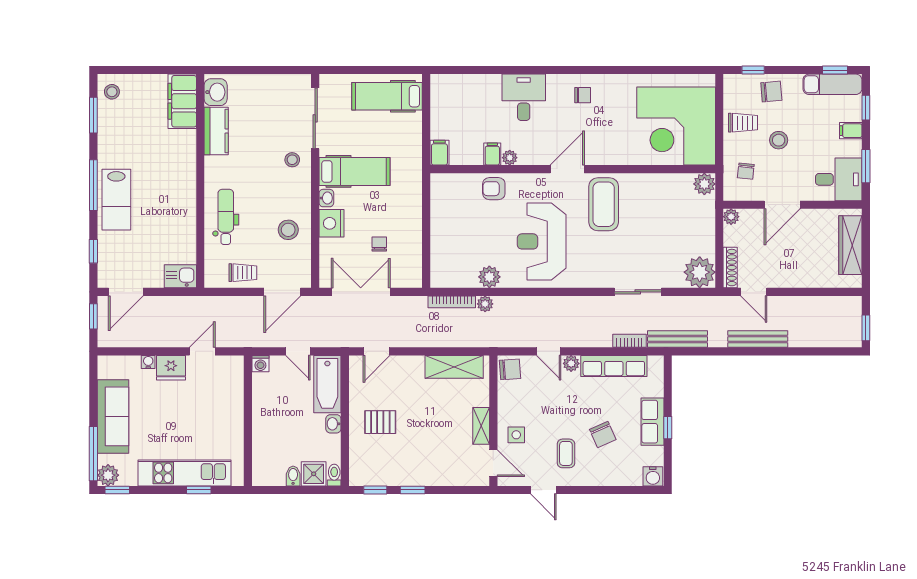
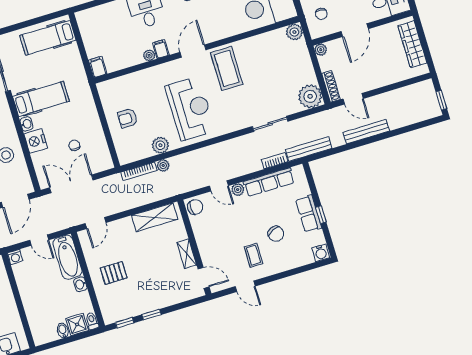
filing cabinet: (492, 154) -> (161, 49), moved
armchair: (494, 189) -> (128, 118), moved
reception desk: (542, 241) -> (190, 108), turned 180
side table: (516, 435) -> (214, 253), removed

